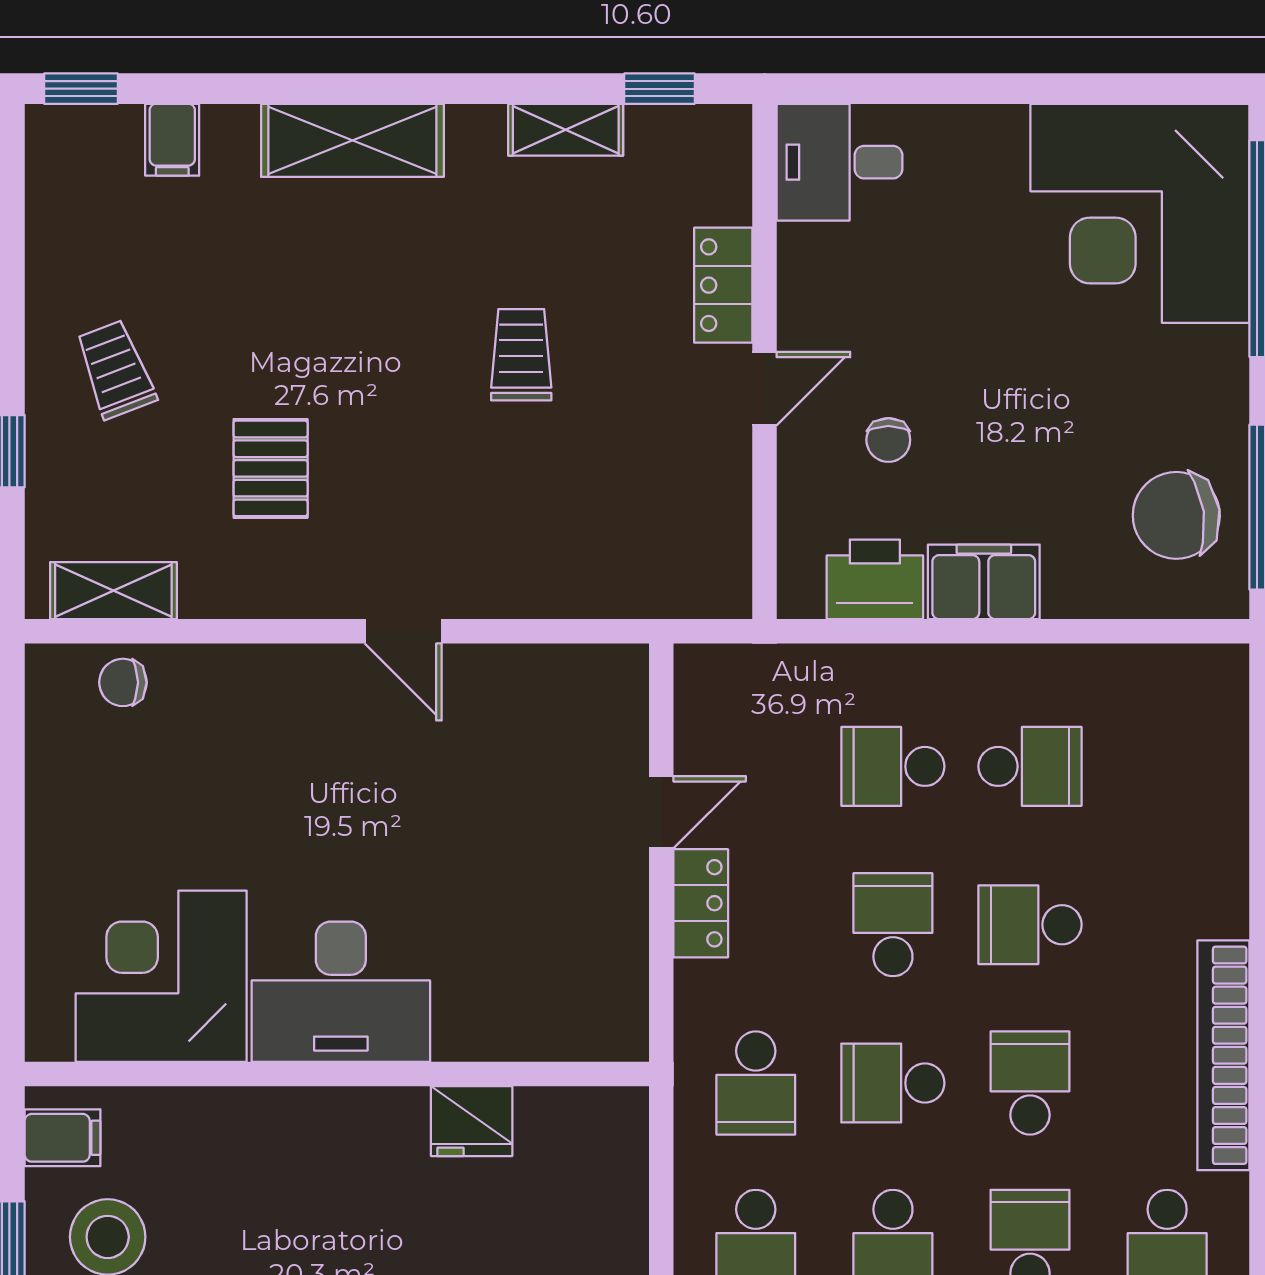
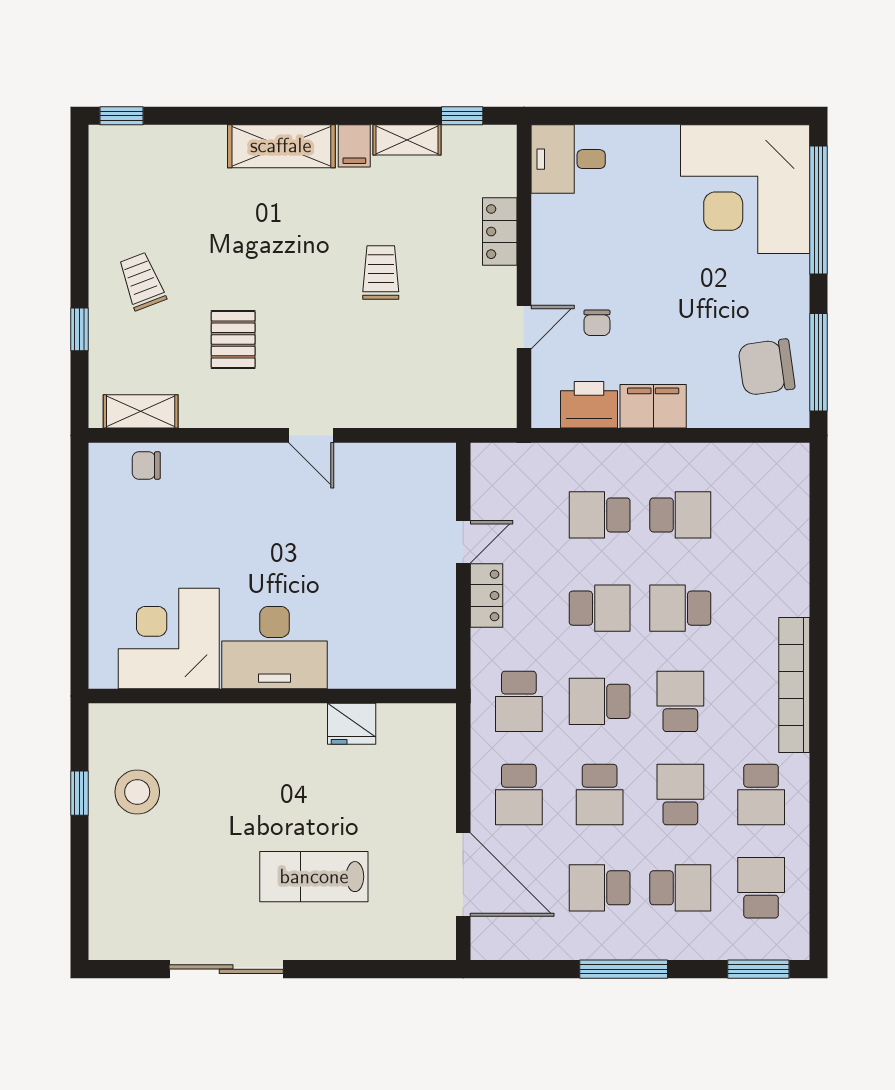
filing cabinet: (172, 140) -> (354, 146), moved
door: (764, 389) -> (524, 327), moved
school desk: (893, 925) -> (600, 608), turned 90
filing cabinet: (63, 1138) -> (111, 734), removed

